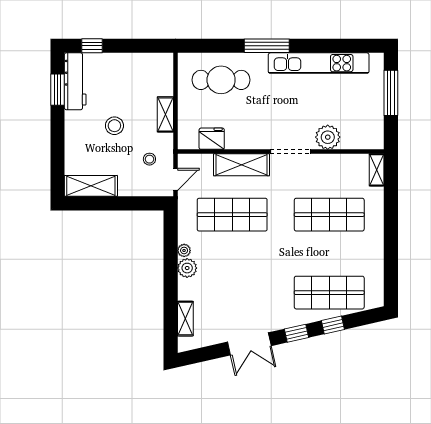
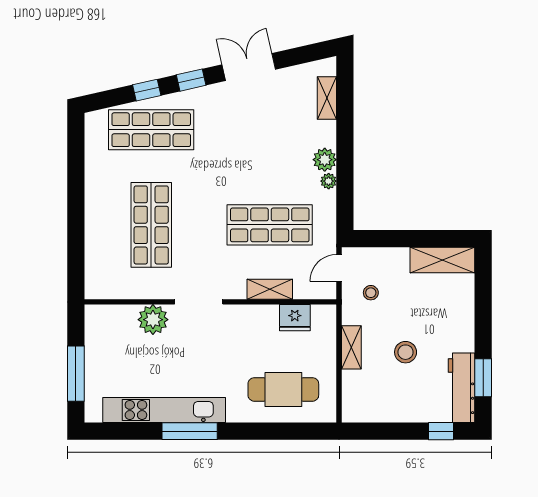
window: (267, 46) -> (190, 431), moved
stool: (114, 126) -> (406, 352), moved
shelving: (242, 165) -> (270, 289), width x0.67, depth x0.75
shelving: (377, 170) -> (93, 280), removed
shop shelf: (329, 215) -> (151, 225), turned 90

